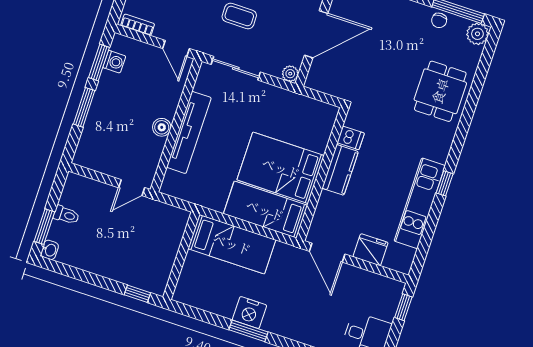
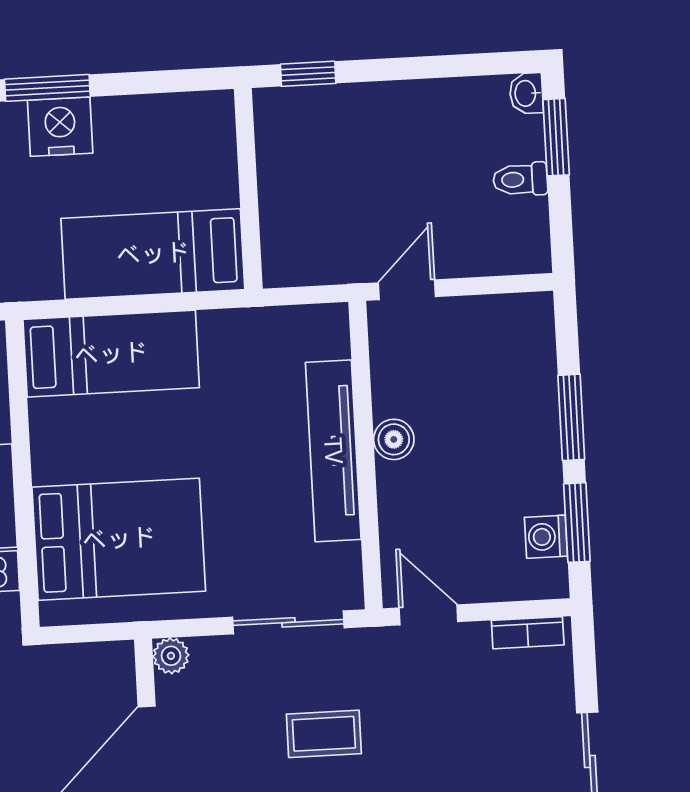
bed: (281, 168) -> (119, 539), moved

